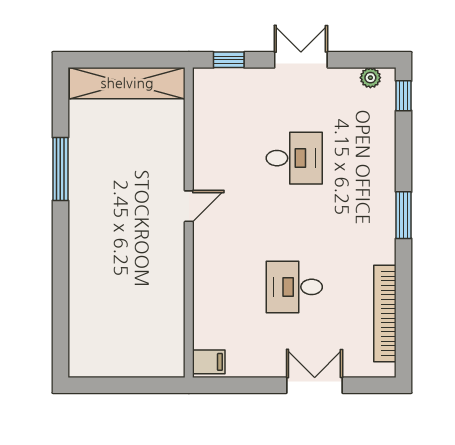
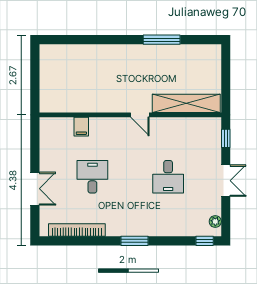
shelving: (127, 83) -> (186, 103), moved, turned 90
filing cabinet: (209, 362) -> (81, 127), moved

